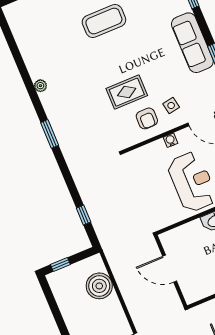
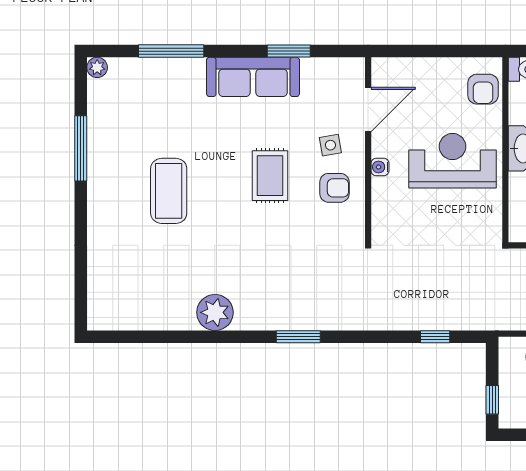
plant: (40, 86) -> (215, 312), width x1.87, depth x1.87
rug: (127, 92) -> (270, 176), moved

